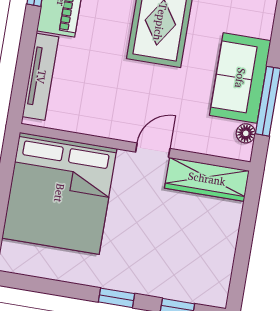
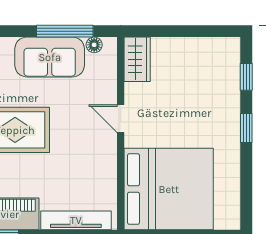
wardrobe: (207, 179) -> (137, 59), width x0.67

